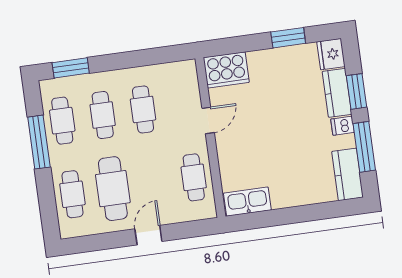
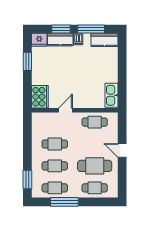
door: (208, 120) -> (65, 110), hinge flipped

